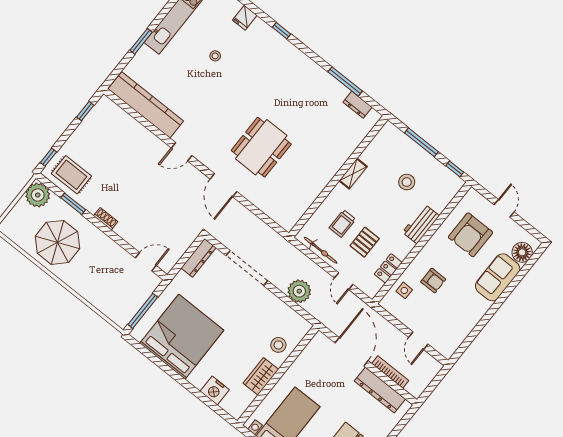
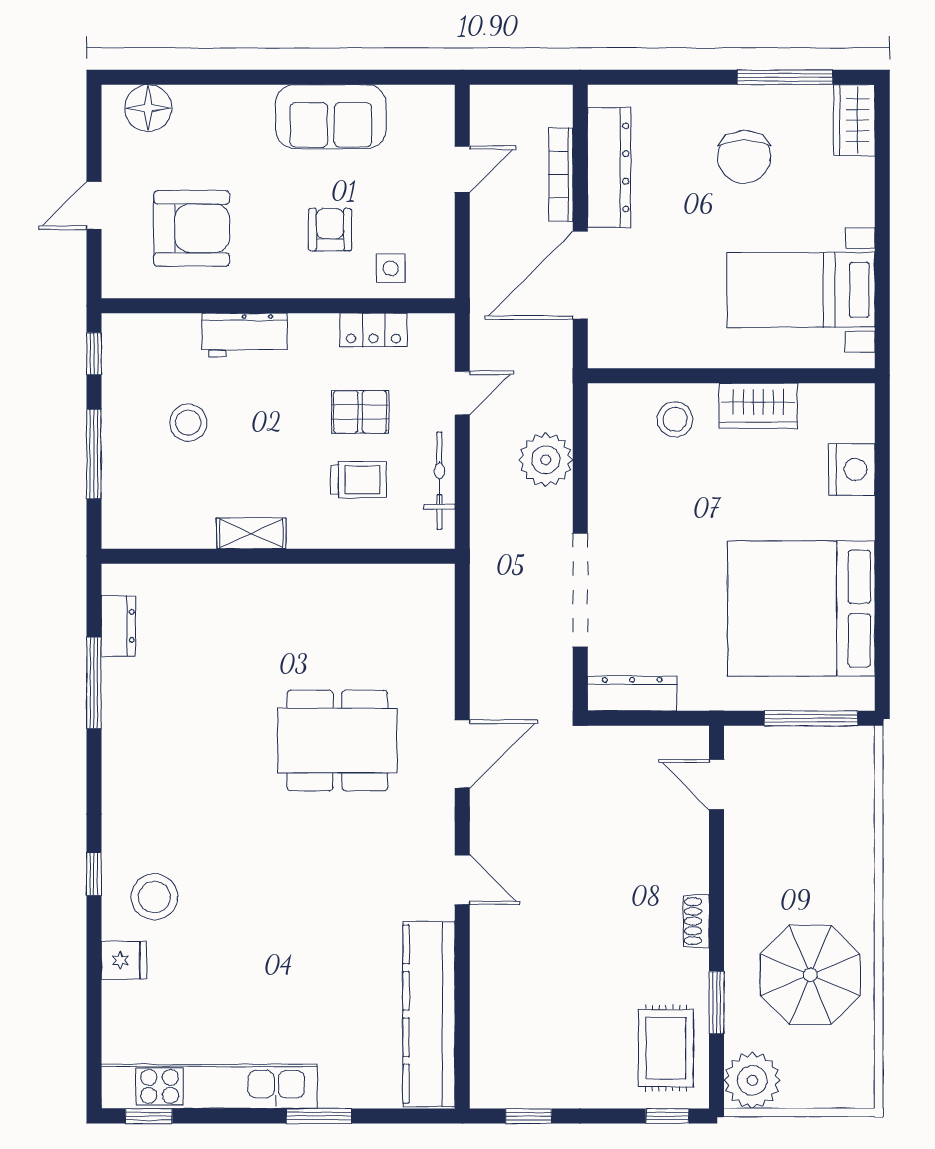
stool: (215, 56) -> (154, 897), moved, width x1.89, depth x1.89
sofa: (498, 277) -> (331, 117), moved

